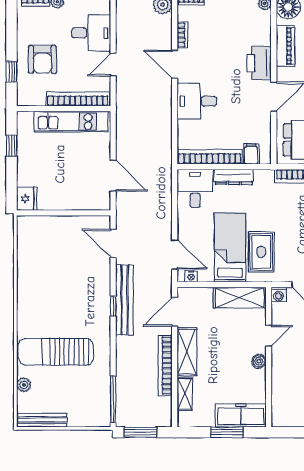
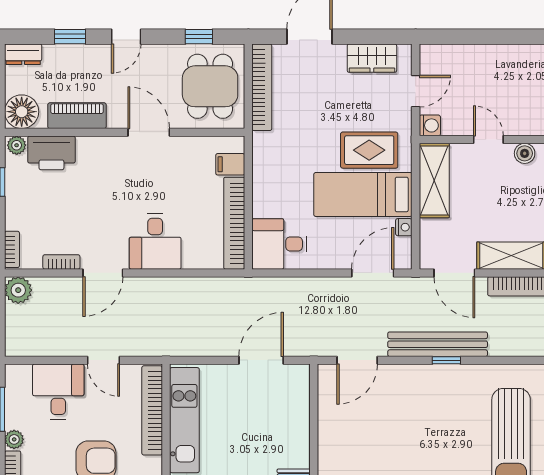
printer: (259, 63) -> (51, 153), moved
dresser: (234, 177) -> (263, 189), removed
nightstand: (191, 276) -> (404, 227), moved

